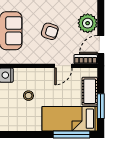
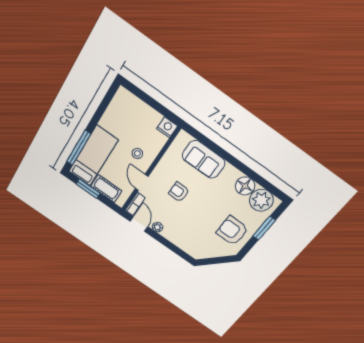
plant: (88, 23) -> (157, 227), width x0.53, depth x0.53
armchair: (50, 31) -> (179, 192), turned 72
stool: (28, 96) -> (137, 153), moved

